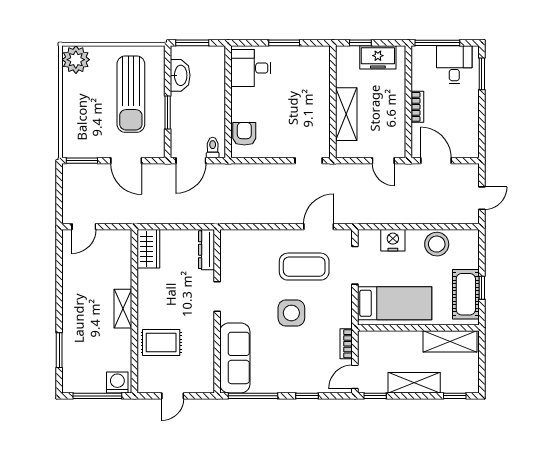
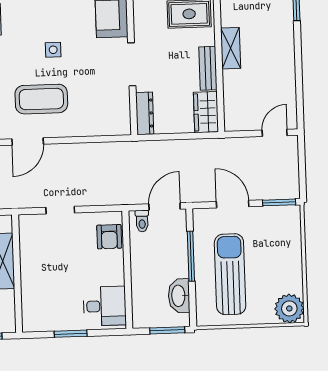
window: (168, 113) -> (191, 256), width x1.44
doorway: (309, 161) -> (60, 210), moved
bench: (145, 290) -> (208, 68), added
doorway: (217, 297) -> (132, 64), width x1.38
side table: (291, 313) -> (53, 50), width x0.54, depth x0.54

